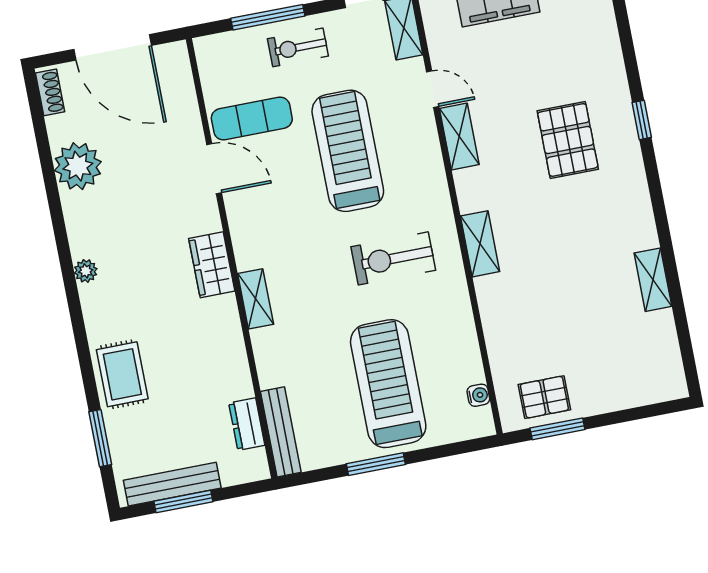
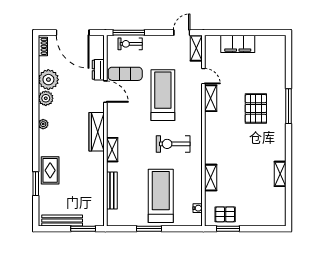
window: (268, 17) -> (129, 33), moved
exercise bike: (298, 47) -> (130, 44), moved
window: (642, 120) -> (289, 106), width x2.17
plant: (80, 210) -> (46, 98), added
shelving: (480, 244) -> (211, 178), moved
wardrobe: (212, 265) -> (97, 132), width x1.50
dresser: (247, 424) -> (98, 70), moved
bench: (281, 432) -> (112, 191), moved
window: (100, 438) -> (36, 184), moved
window: (183, 502) -> (83, 229), moved

